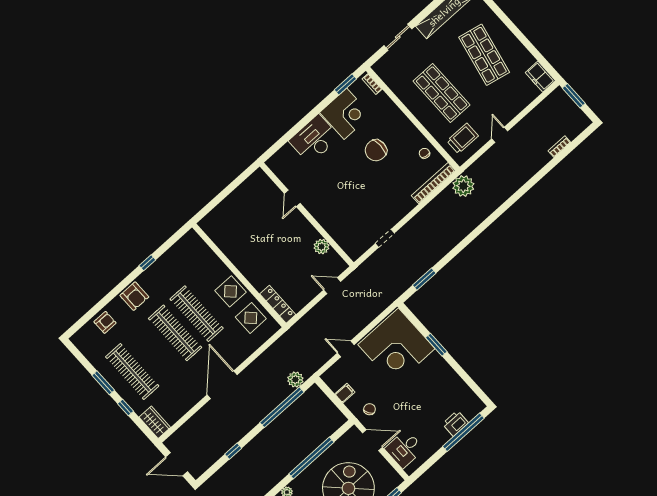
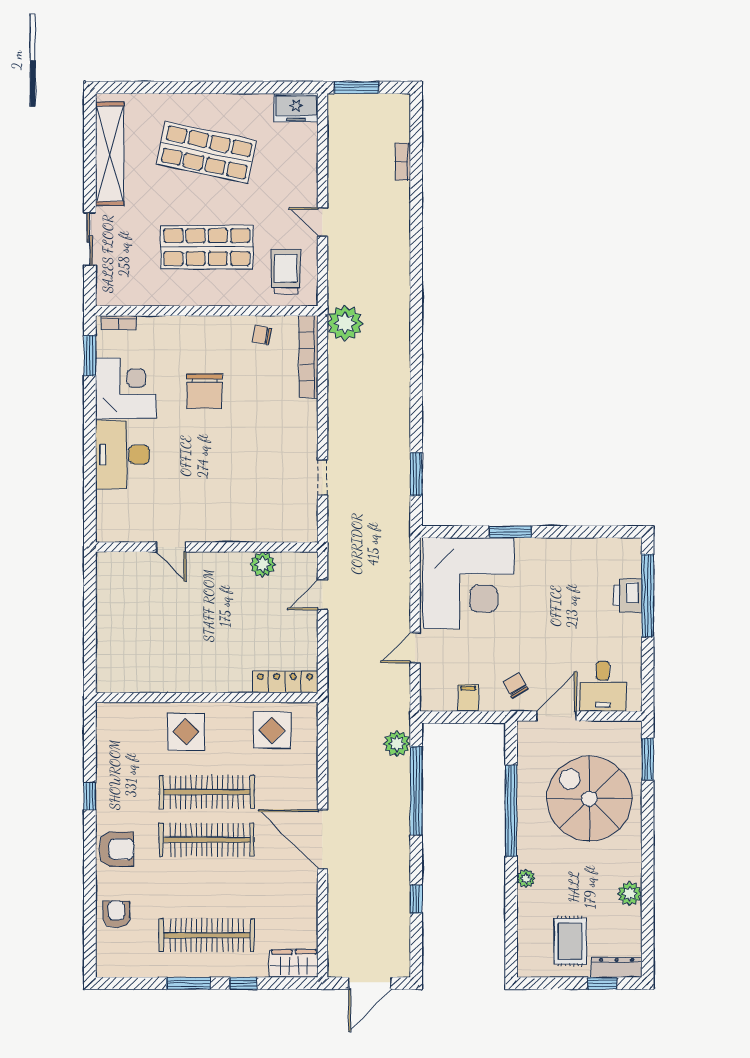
display table: (230, 291) -> (186, 732), moved

